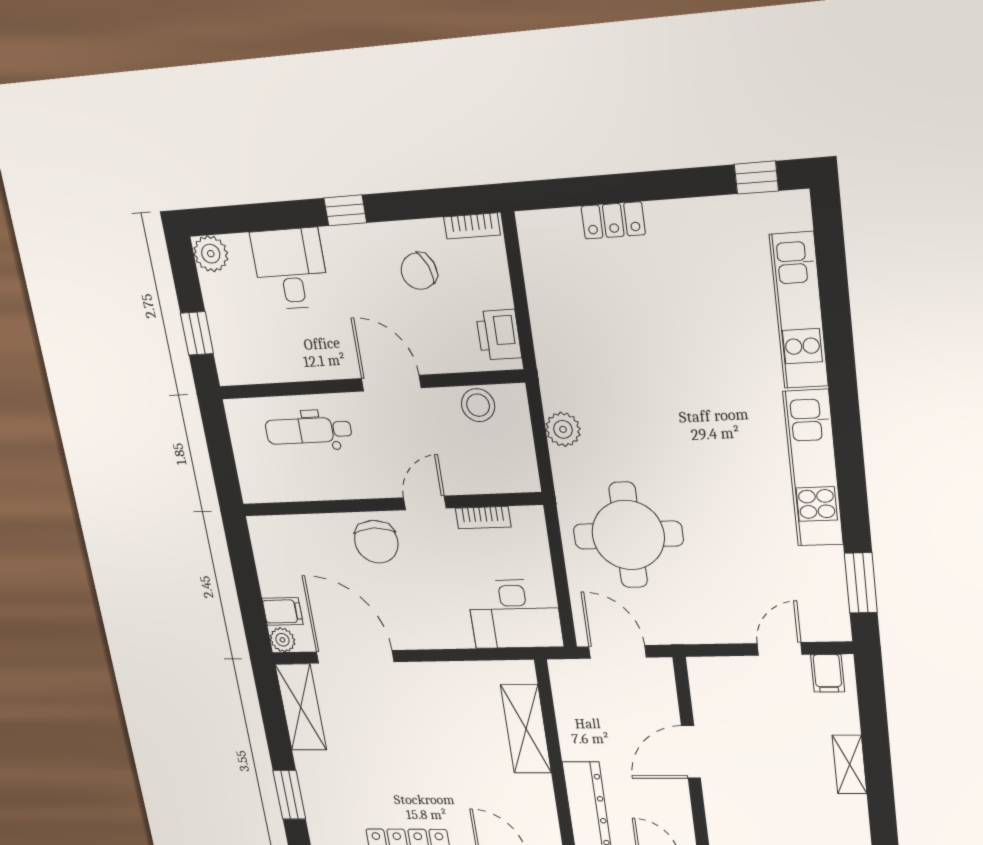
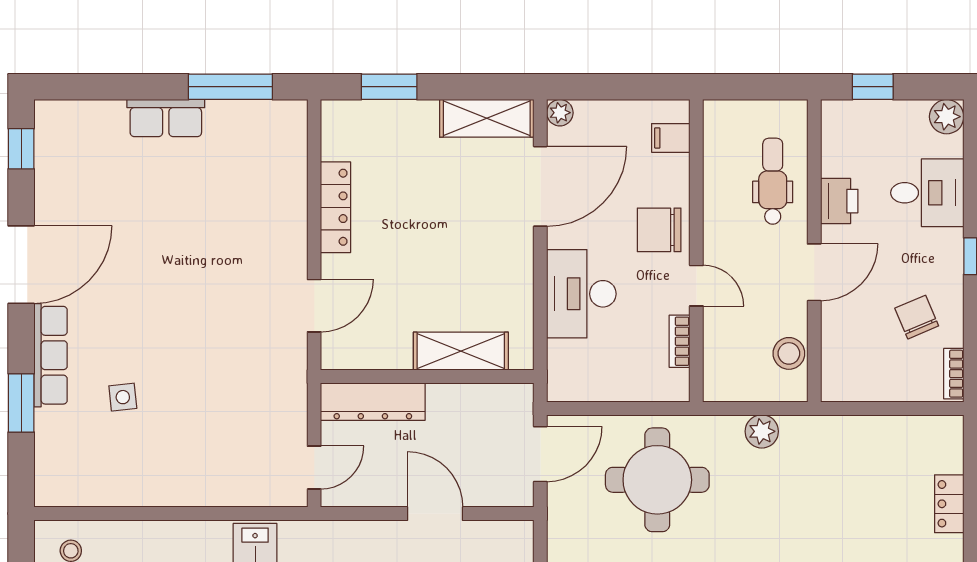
printer: (499, 335) -> (839, 201), moved, turned 90
filing cabinet: (283, 611) -> (671, 138), moved, turned 90
desk: (515, 614) -> (581, 294), moved

